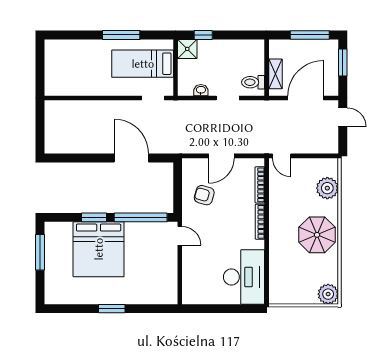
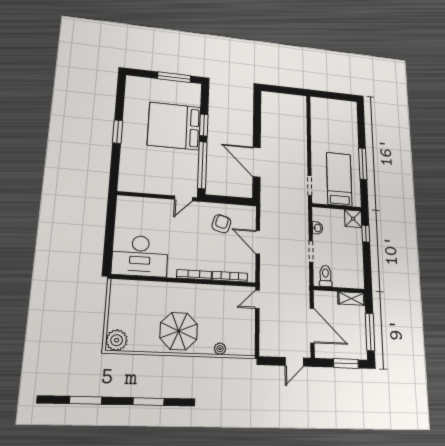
shelving: (276, 74) -> (351, 299), moved
door: (131, 158) -> (257, 162), swing flipped
plant: (327, 188) -> (220, 349), width x0.53, depth x0.53

